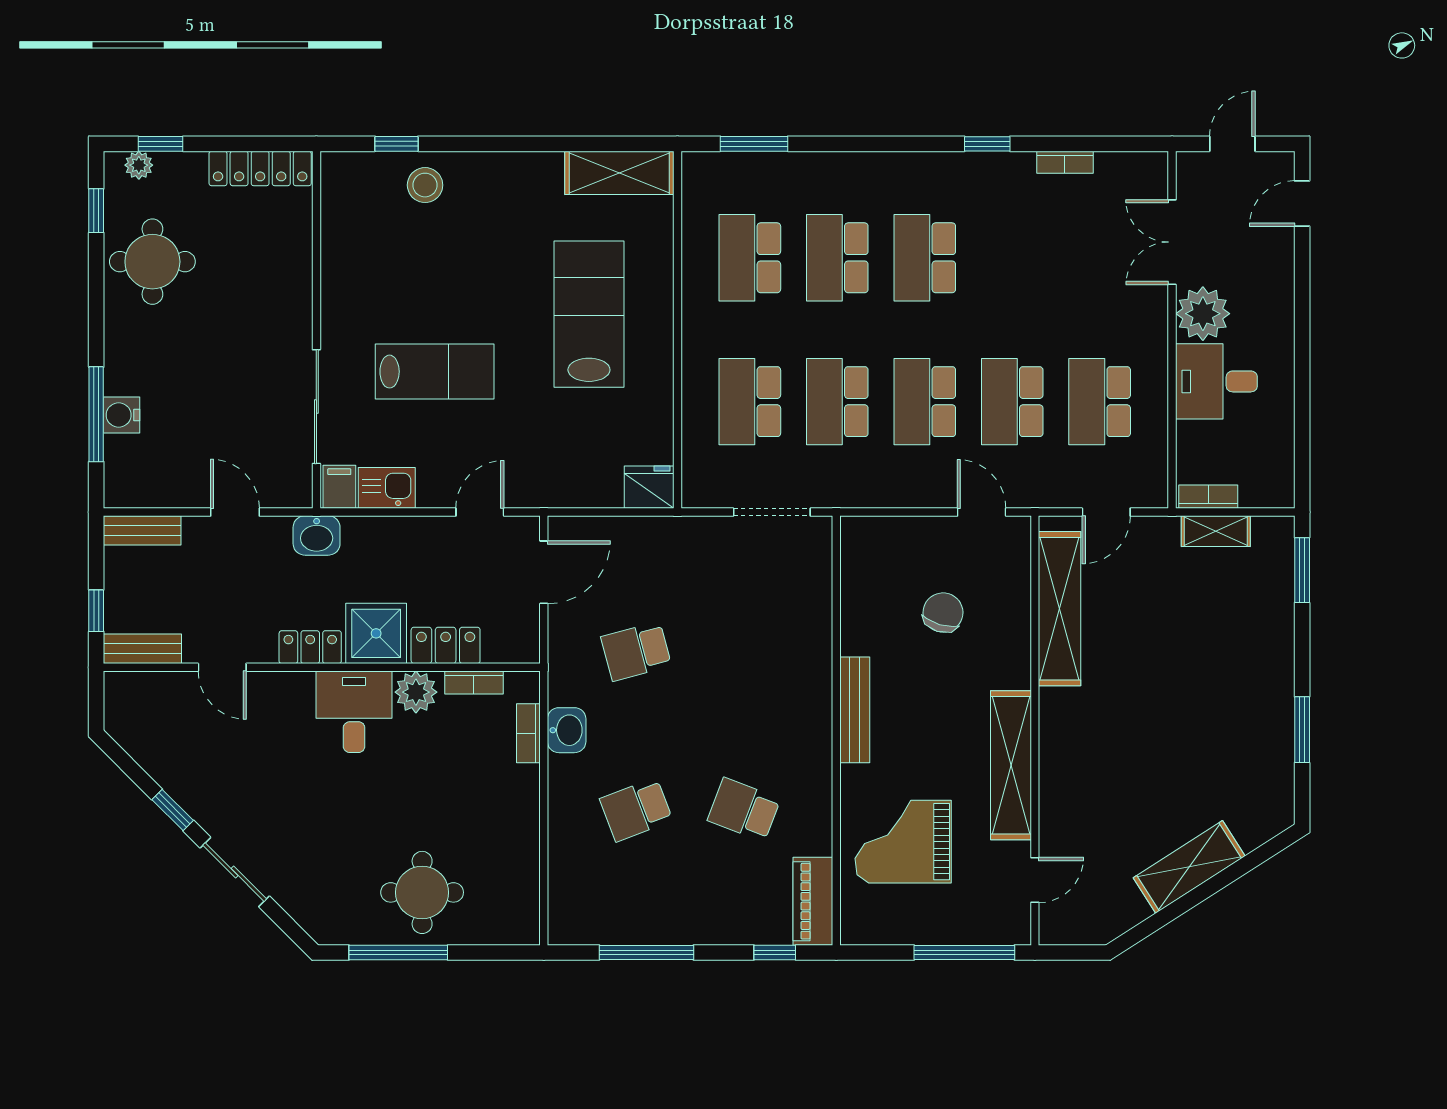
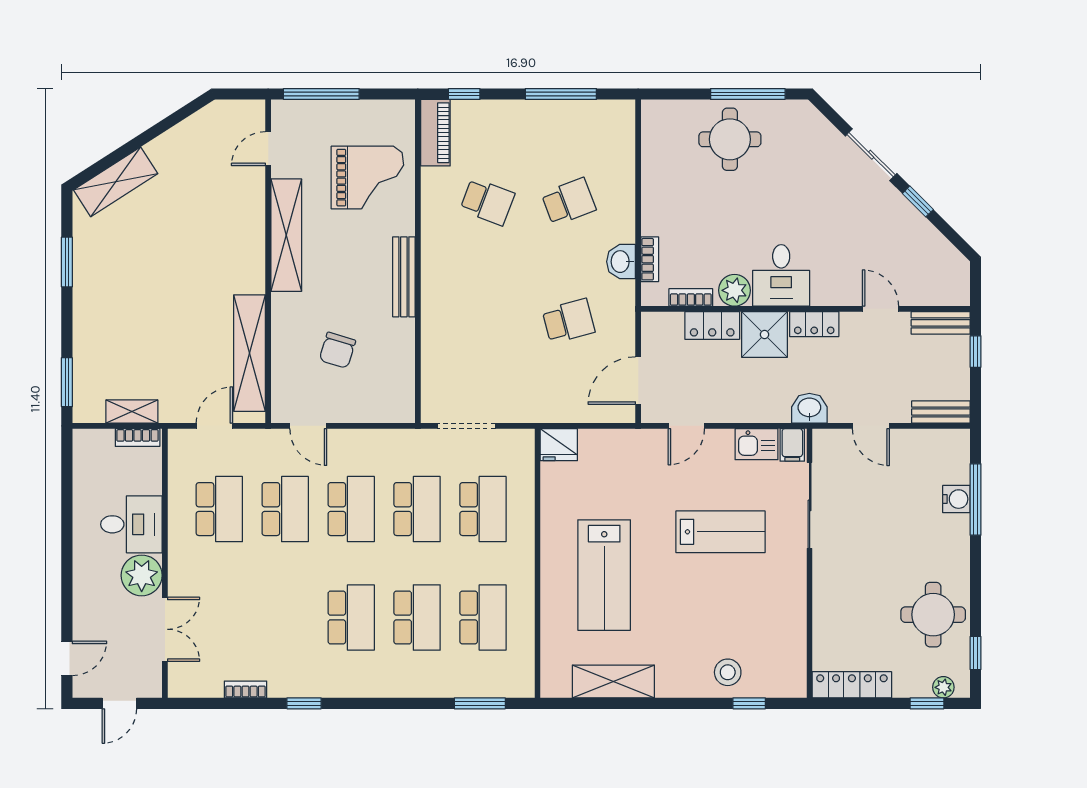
shelving: (619, 173) -> (613, 682), moved
lab bench: (435, 372) -> (720, 532), turned 180
shelving: (1189, 867) -> (116, 182), moved

